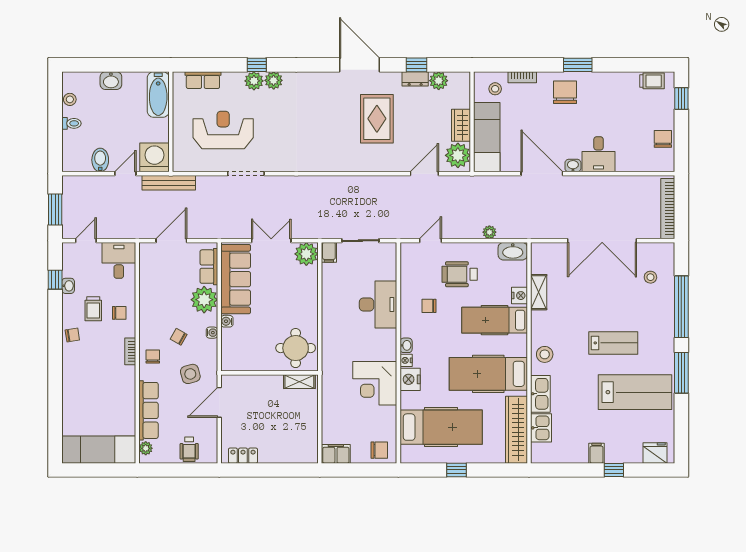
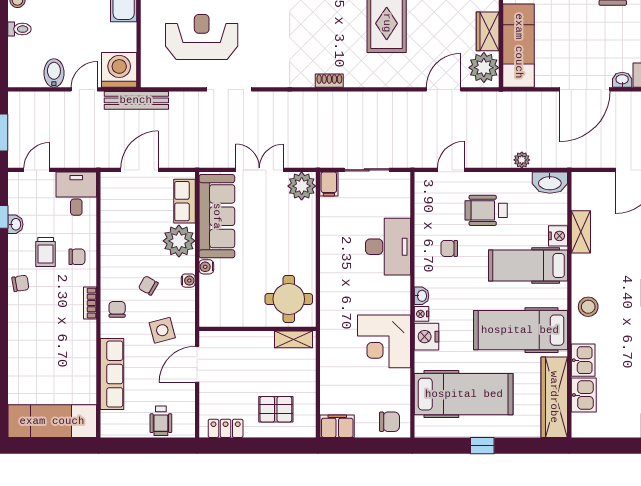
shoe rack: (329, 166) -> (329, 81), added
door: (542, 174) -> (585, 89), swing flipped
kitchen sink: (540, 394) -> (583, 360), width x0.73
pallet: (285, 440) -> (276, 409), added
plant: (146, 448) -> (109, 420), removed

